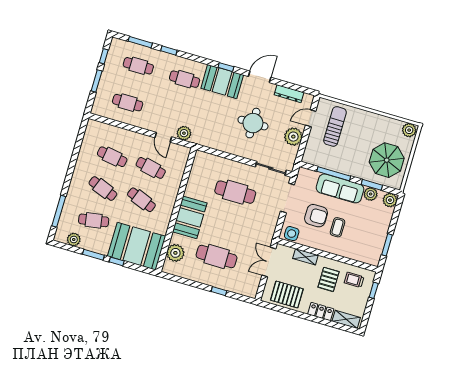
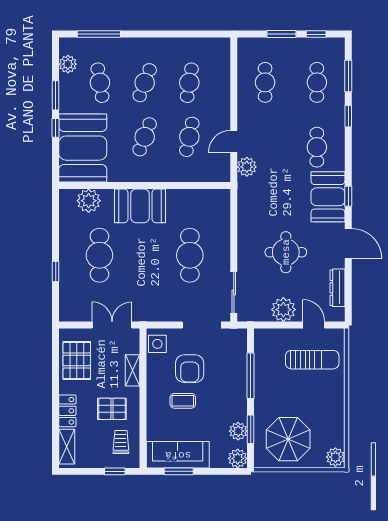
sofa: (340, 188) -> (178, 455), moved, turned 90

